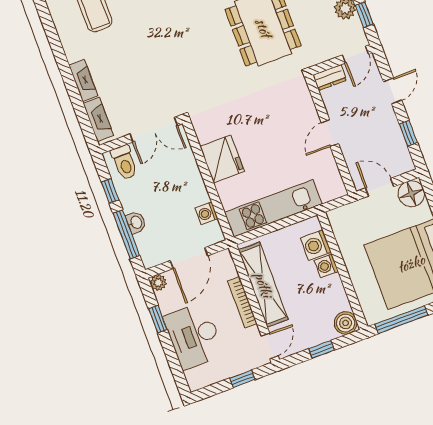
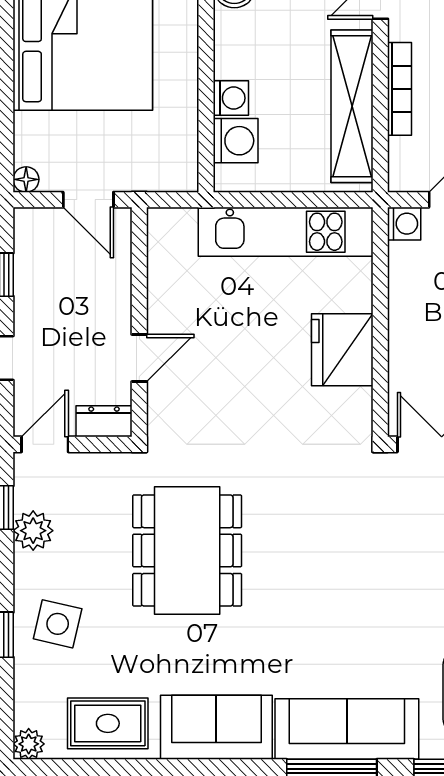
door: (330, 133) -> (139, 358), moved
floor lamp: (411, 194) -> (26, 179), width x0.53, depth x0.53
washing machine: (207, 213) -> (404, 224), moved

